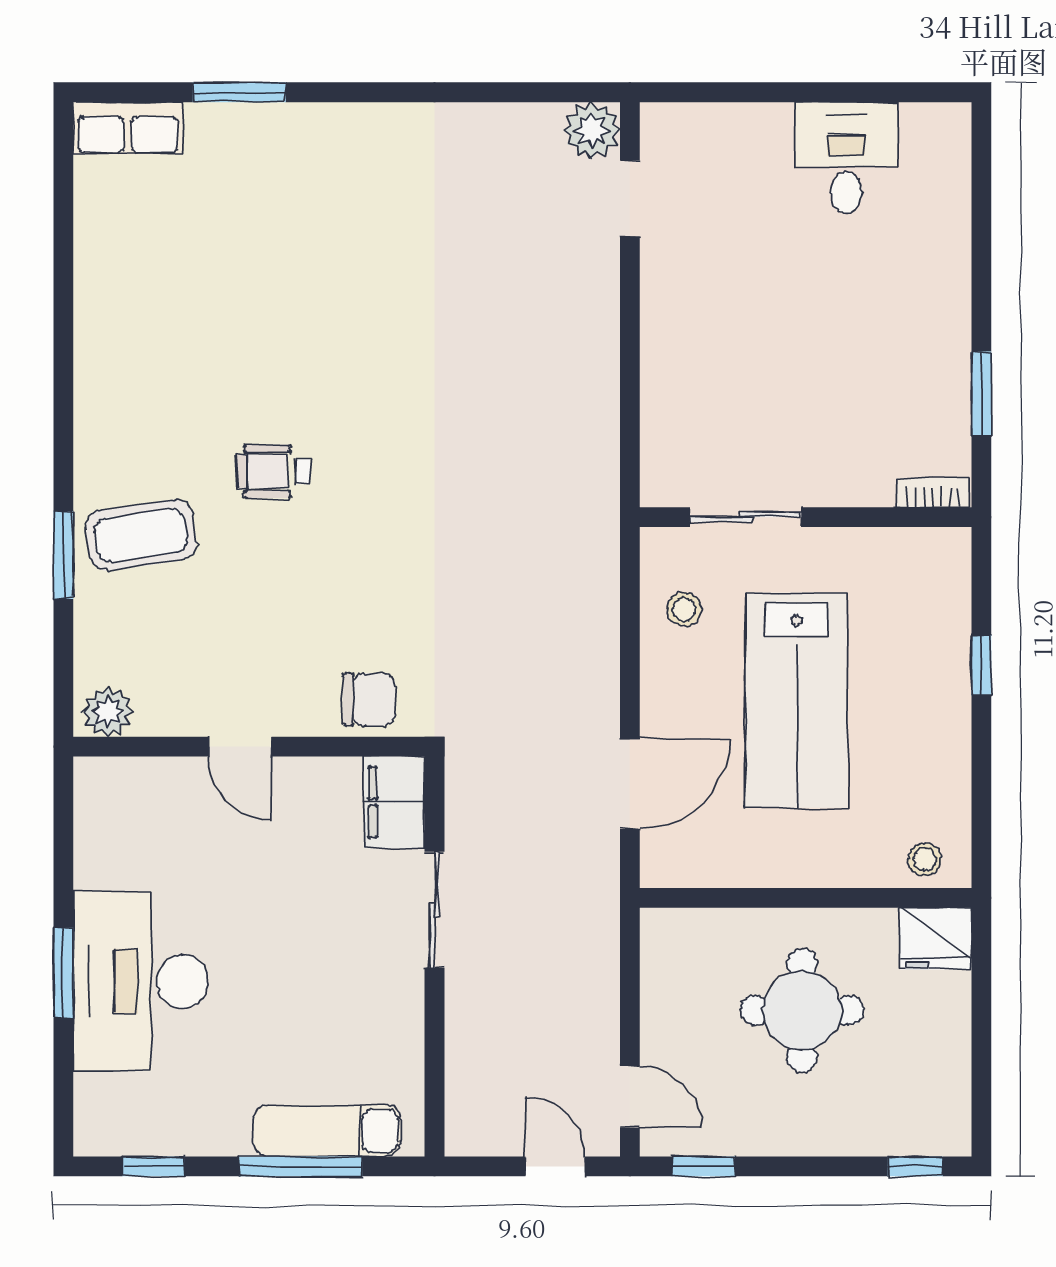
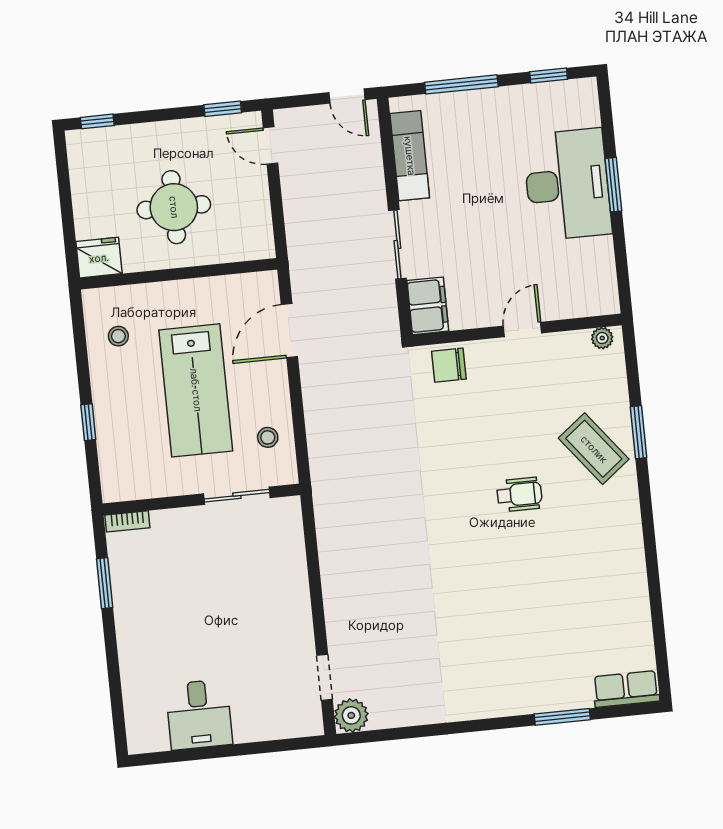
coffee table: (141, 535) -> (594, 449), turned 60
lab bench: (796, 700) -> (196, 390), turned 180
plant: (108, 712) -> (602, 338), width x0.73, depth x0.73
door: (240, 747) -> (522, 329), hinge flipped
stool: (924, 860) -> (118, 336), moved
exam couch: (327, 1131) -> (410, 156), moved, turned -90
door: (555, 1166) -> (347, 96), moved

